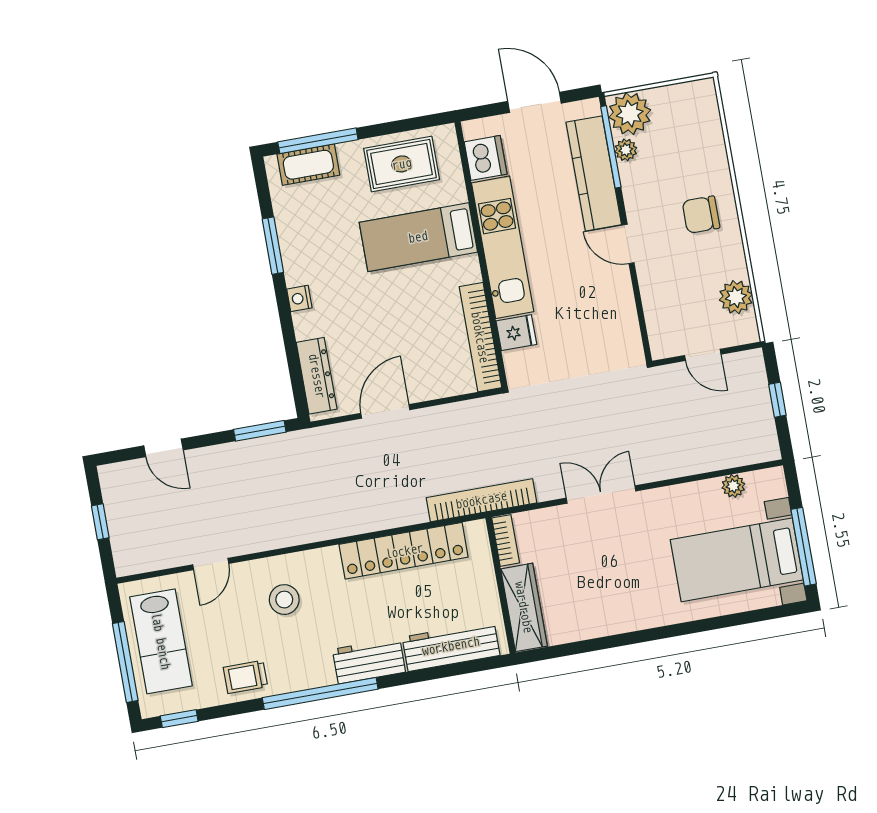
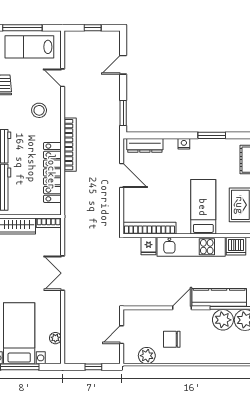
plant: (626, 150) -> (223, 320), width x1.87, depth x1.87
chair: (701, 215) -> (172, 339), moved, turned -90
double door: (601, 495) -> (63, 273), swing flipped
bookcase: (481, 500) -> (70, 145), moved

